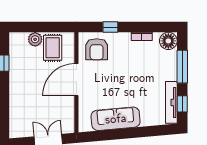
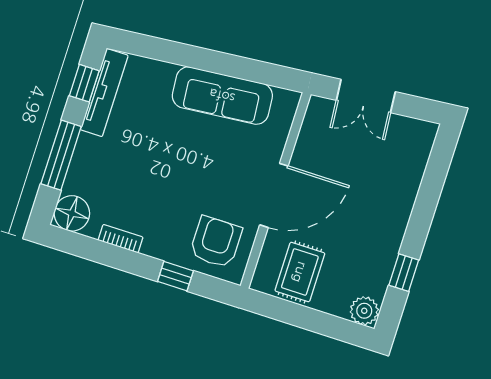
plant: (35, 39) -> (364, 311), moved

